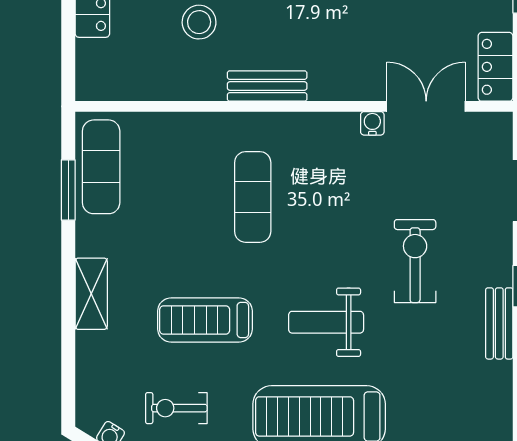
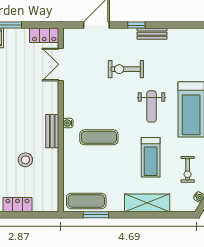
water cooler: (372, 123) -> (68, 123), moved
shelving: (91, 294) -> (147, 203), width x1.50, depth x1.33

